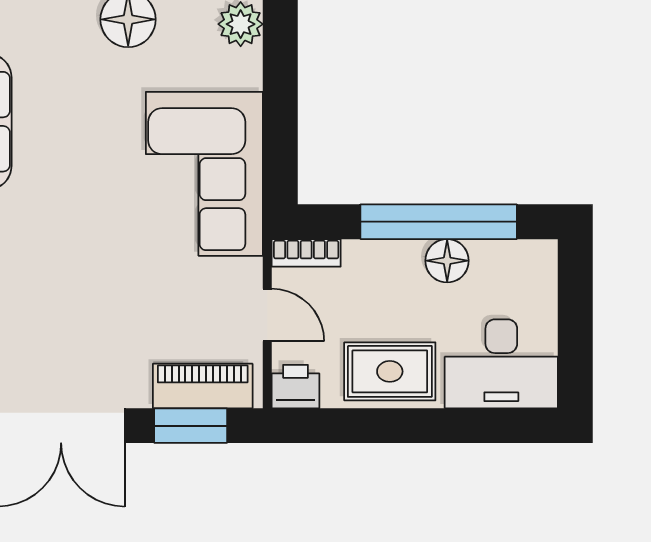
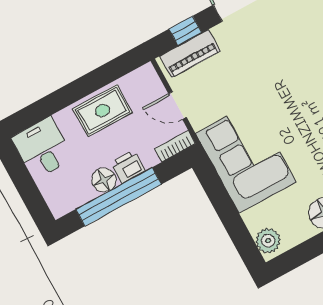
desk: (501, 364) -> (42, 148), width x0.73
printer: (295, 387) -> (128, 167), moved, turned 180
window: (191, 426) -> (185, 31), width x0.67

